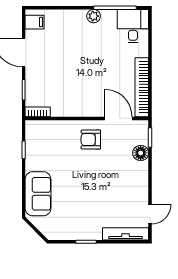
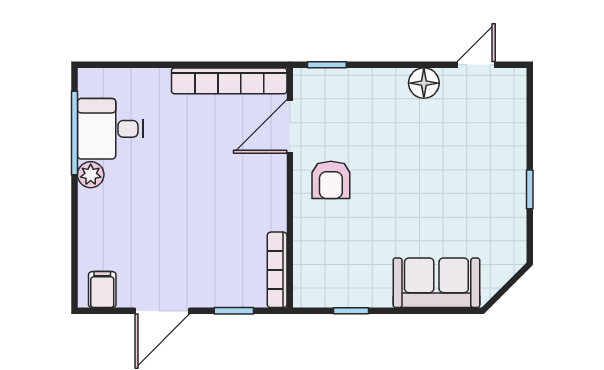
desk: (133, 26) -> (110, 129), moved
bookcase: (38, 112) -> (277, 270), width x1.56
floor lamp: (141, 153) -> (424, 83), moved
door: (150, 214) -> (476, 65), hinge flipped
tv unit: (126, 234) -> (515, 112), removed

